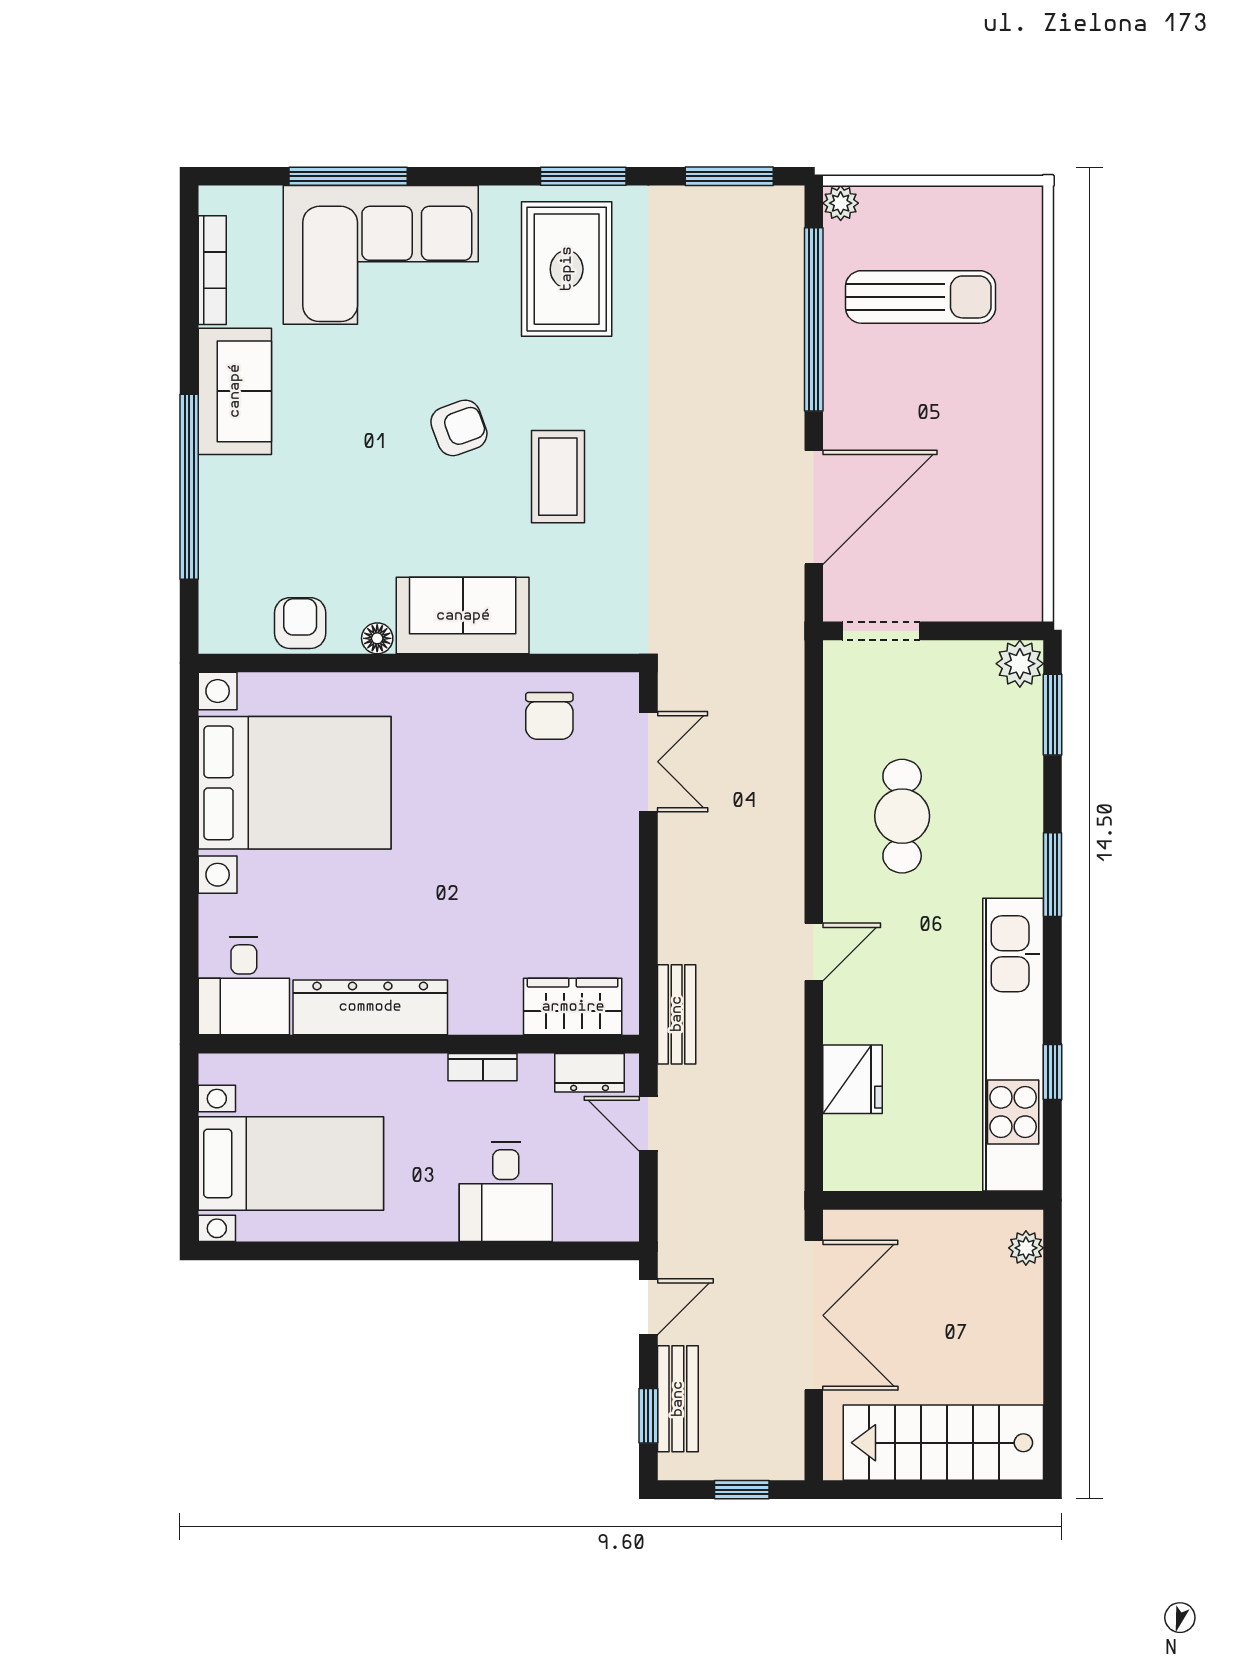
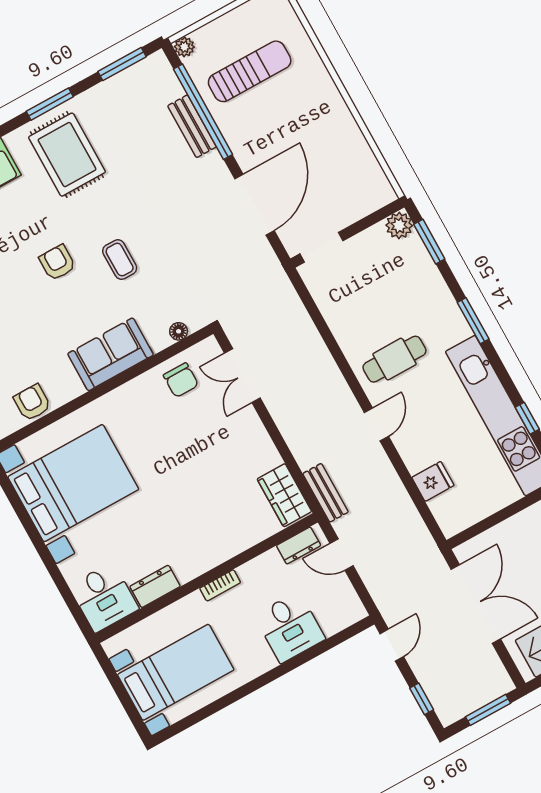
armchair: (459, 428) -> (57, 263), turned -70
coffee table: (558, 477) -> (120, 260), width x0.73, depth x0.77
floor lamp: (377, 638) -> (179, 331), moved
double door: (648, 762) -> (242, 376), swing flipped
cafe table: (902, 816) -> (394, 359), moved, turned 90
dresser: (370, 1007) -> (155, 586), width x0.51, depth x0.80
wardrobe: (573, 1007) -> (284, 495), moved, turned -90
bookcase: (483, 1067) -> (220, 585), moved
fridge: (852, 1079) -> (433, 481), width x0.72
bench: (678, 1399) -> (192, 126), moved
window: (742, 1490) -> (488, 710), width x1.50

